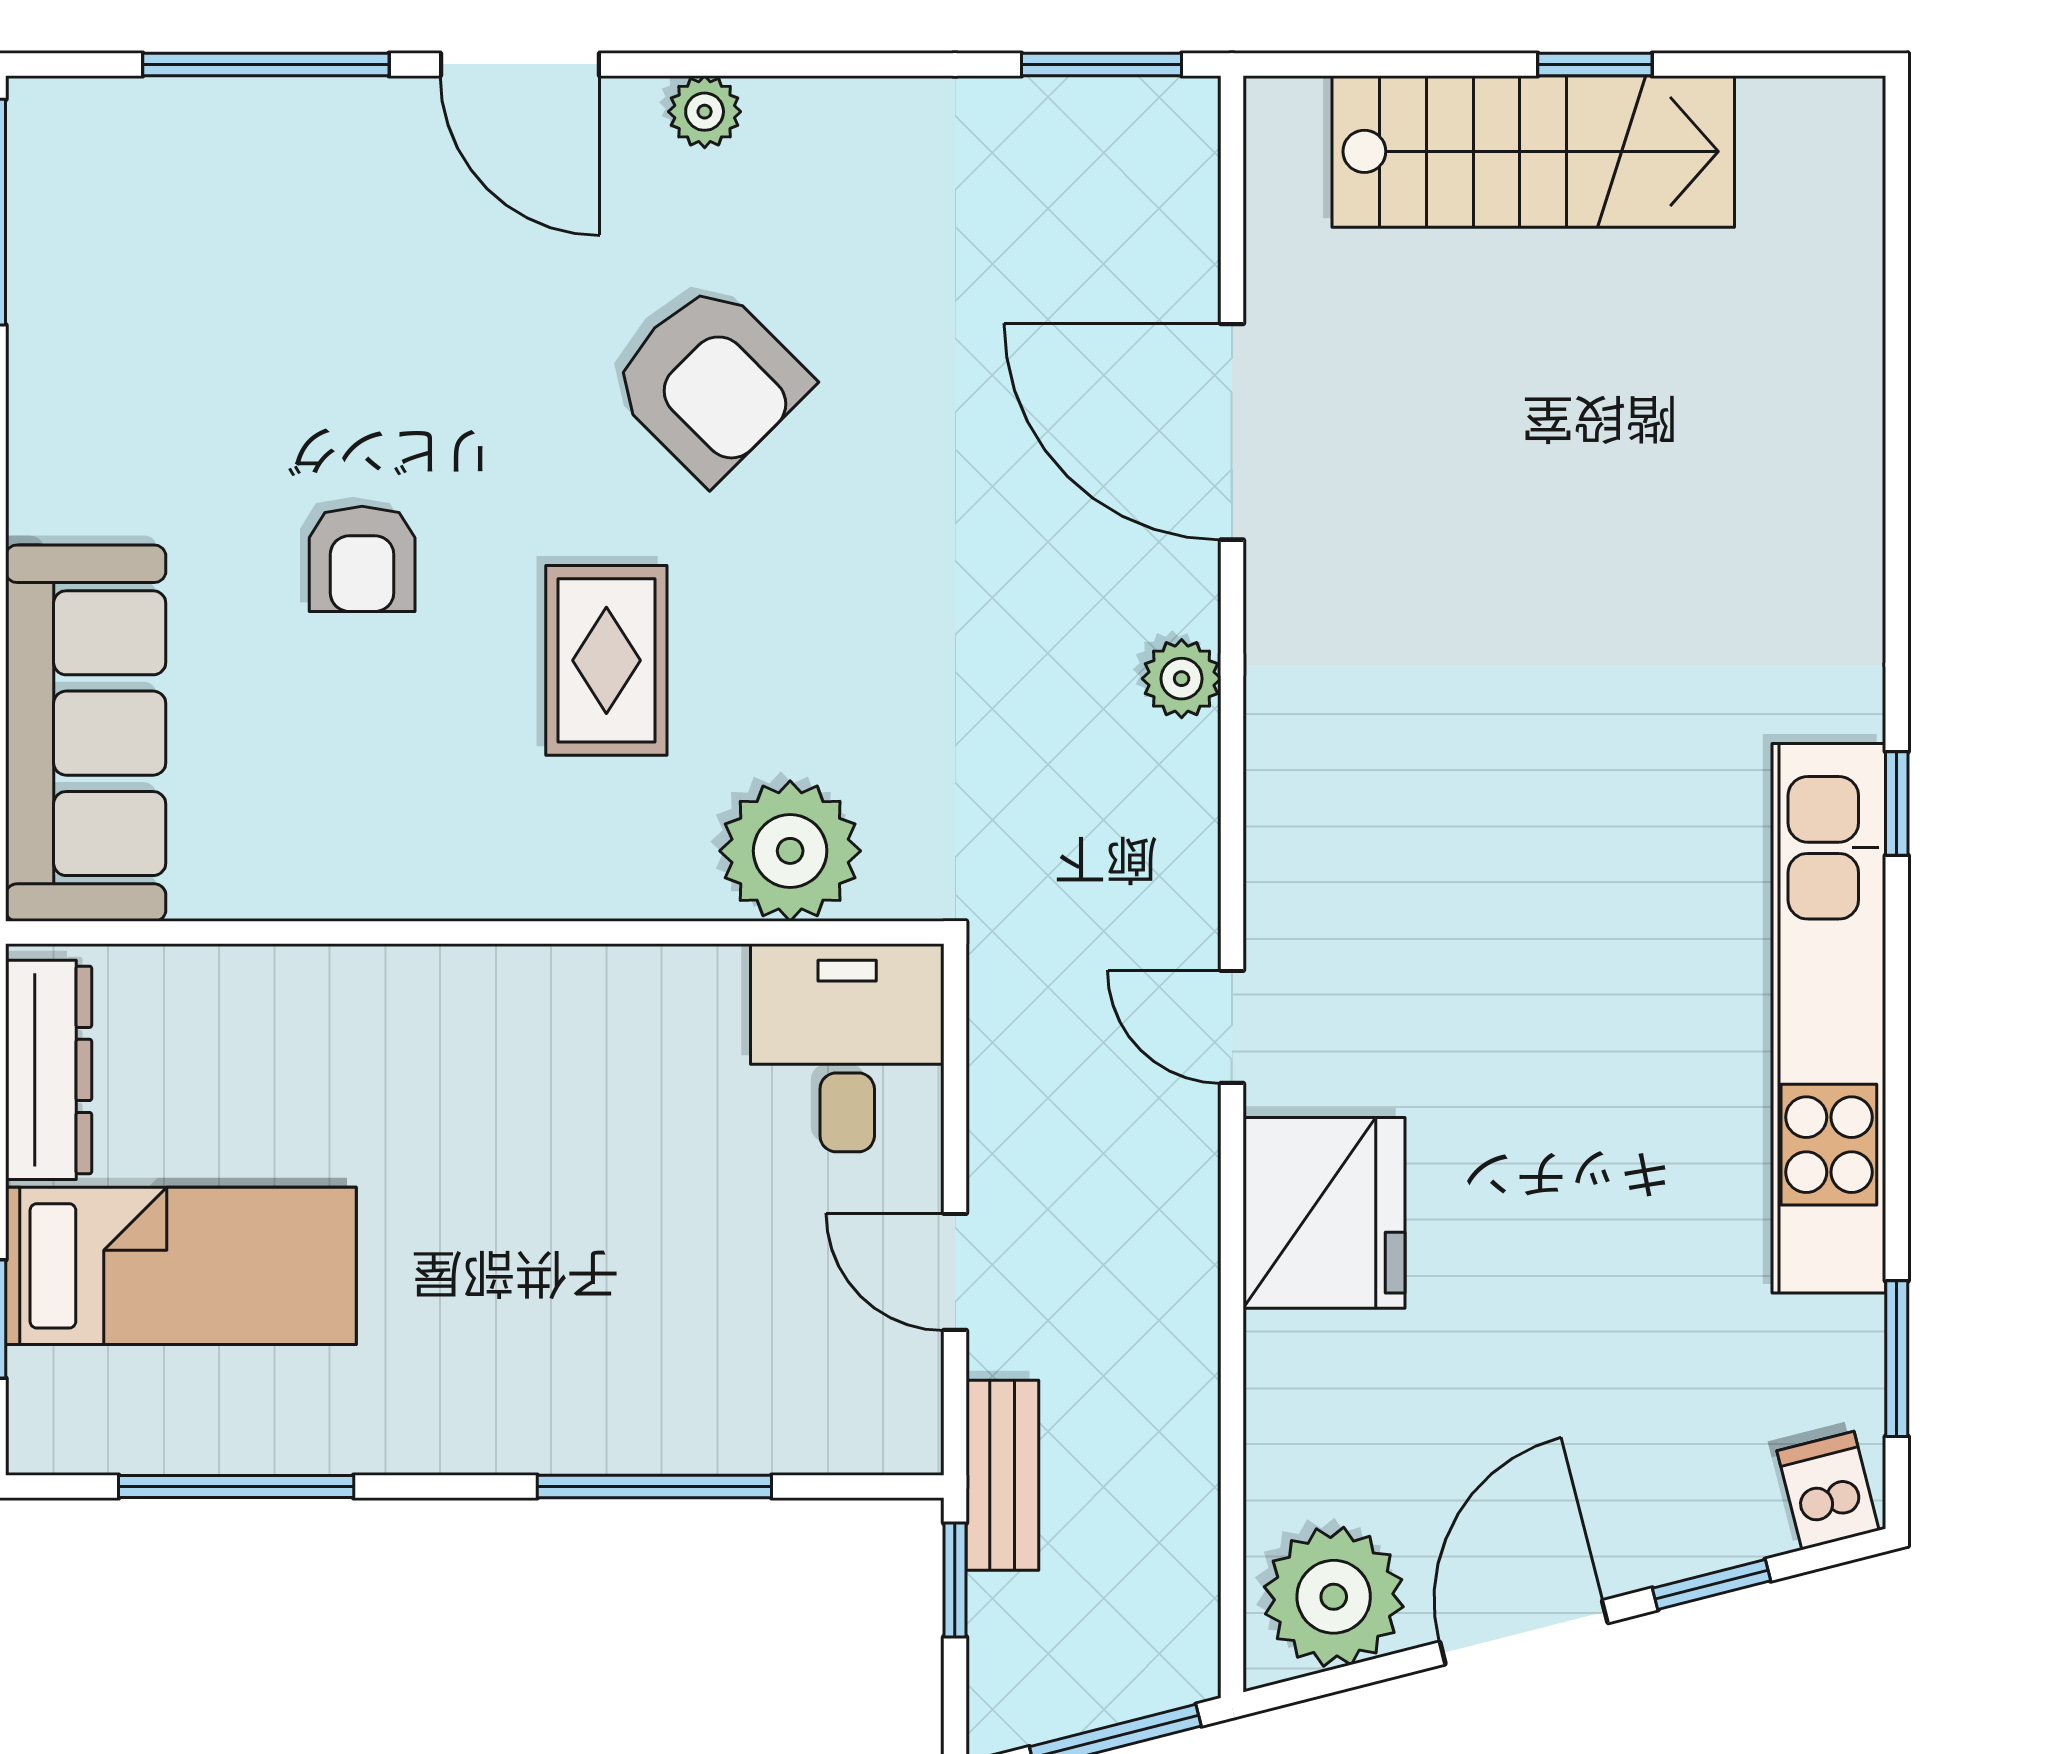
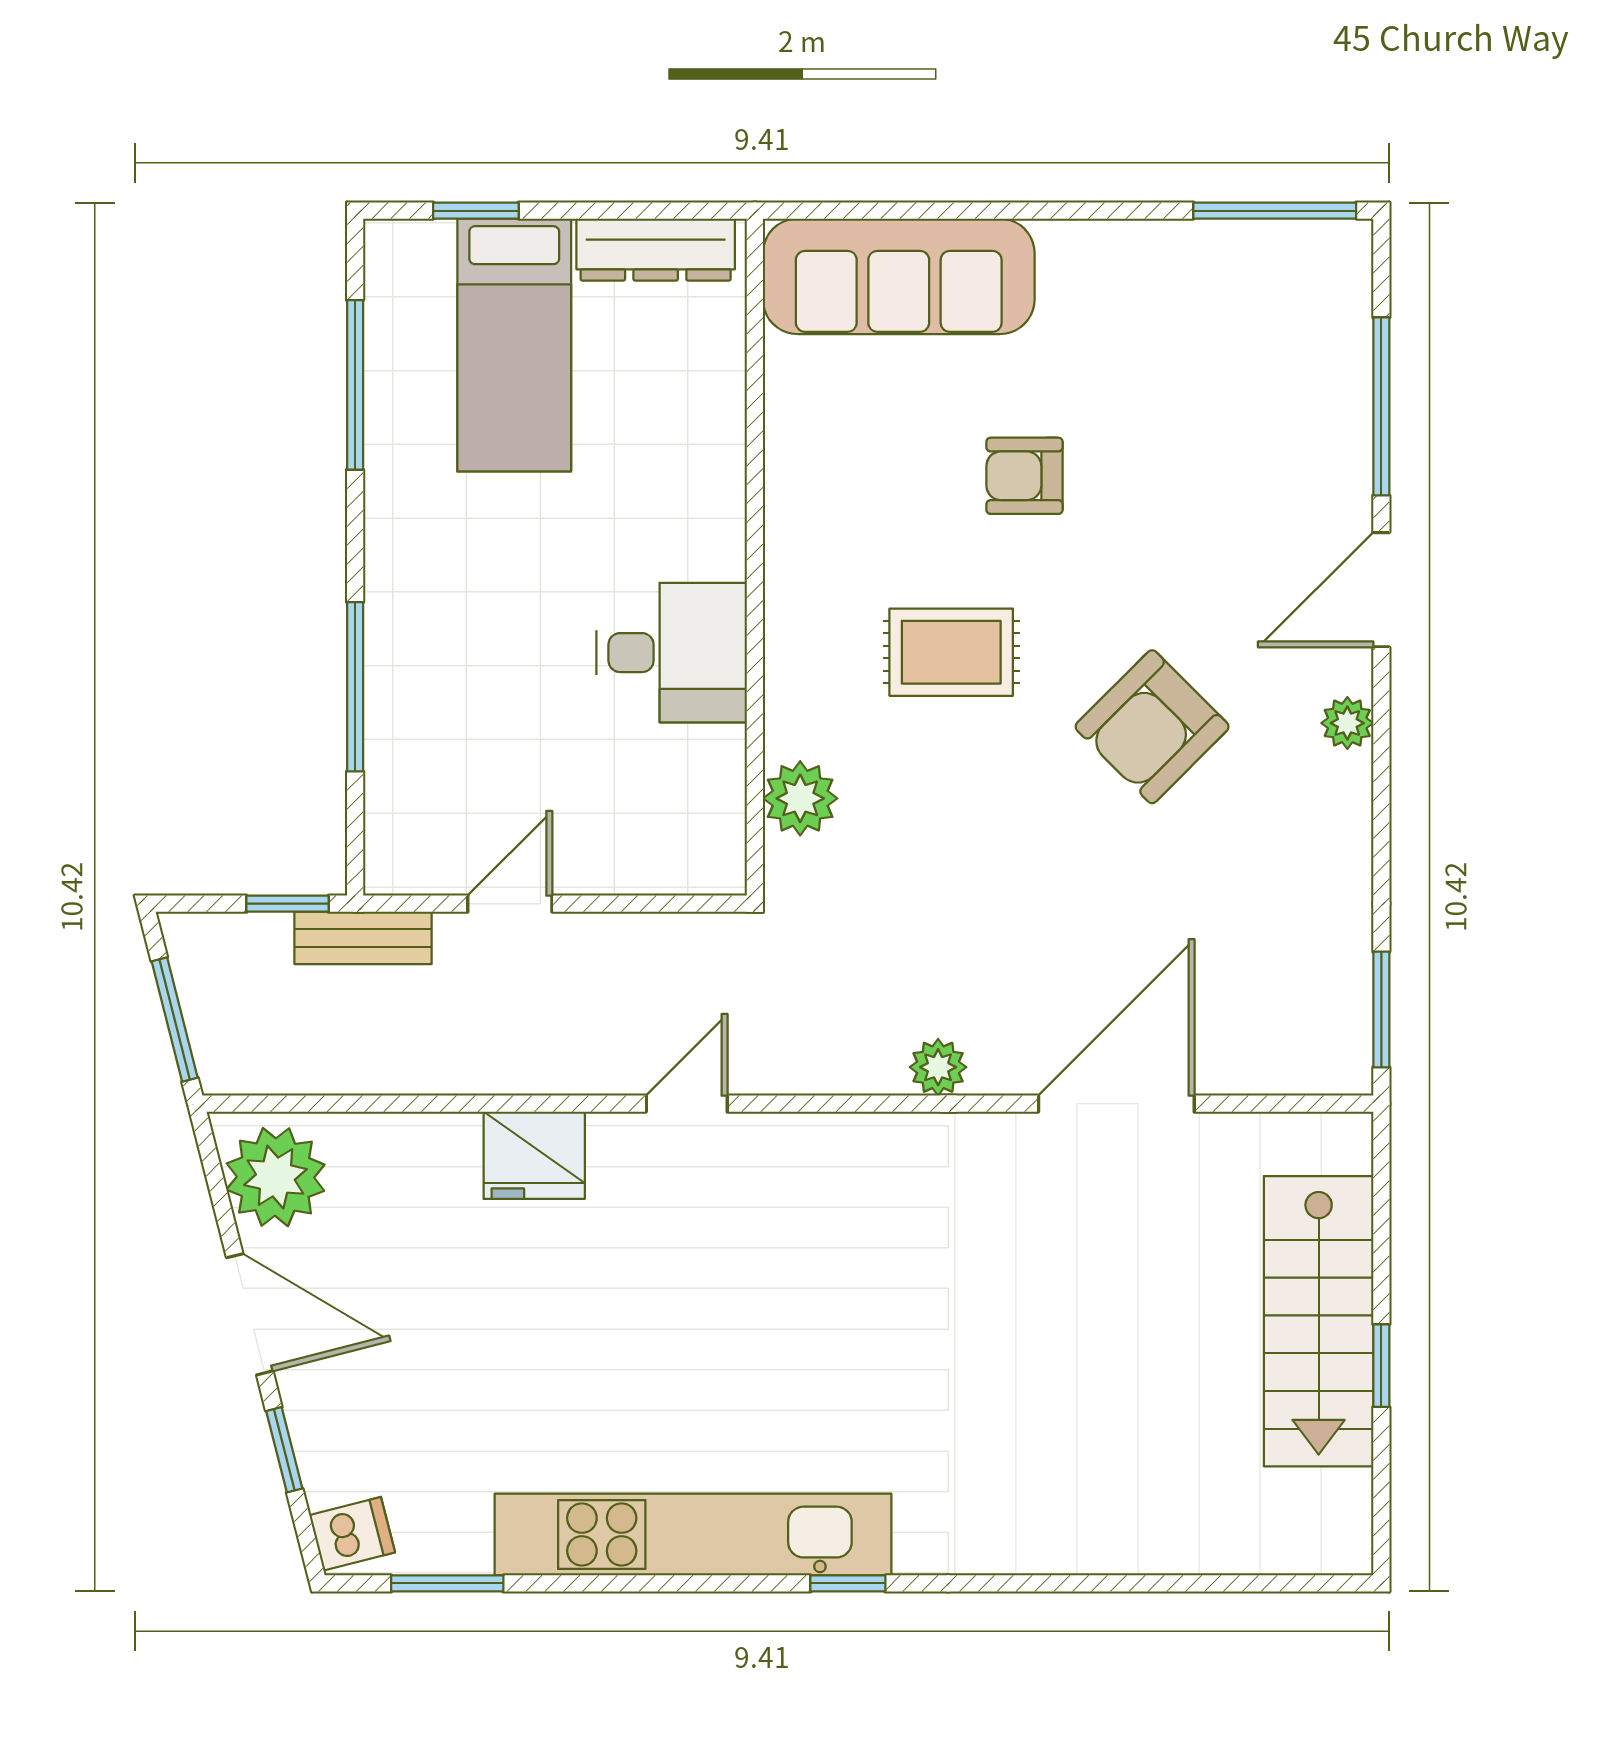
plant: (790, 851) -> (800, 798), width x0.73, depth x0.73
desk: (847, 1048) -> (672, 653), moved
fridge: (1324, 1213) -> (534, 1155), width x0.73, depth x0.75

